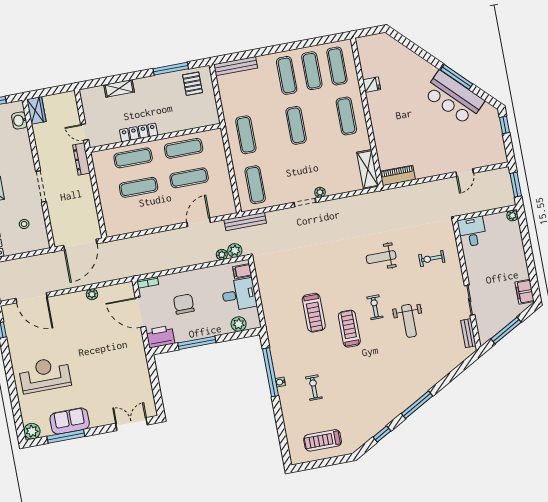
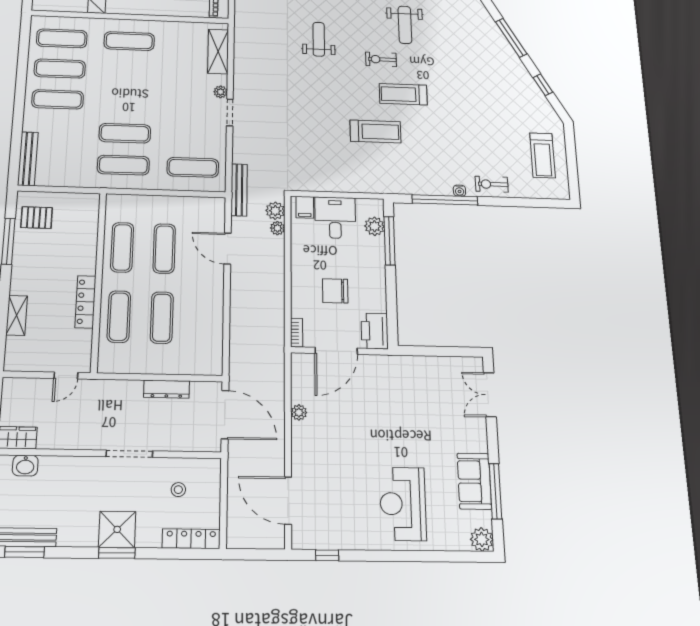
exercise mat: (296, 125) -> (125, 133), moved
dresser: (81, 159) -> (167, 389), moved
shelving: (368, 169) -> (218, 52), moved, turned 90
weight bench: (381, 257) -> (319, 39), turned 180
door: (32, 298) -> (288, 501), swing flipped
weight bench: (409, 321) -> (405, 25), turned 90
window: (197, 343) -> (390, 241), moved
exercise bike: (314, 388) -> (492, 184), moved

